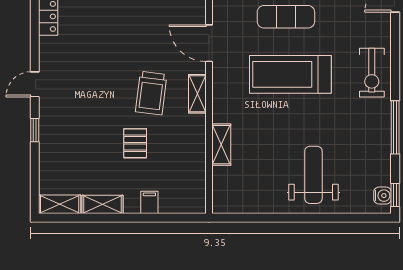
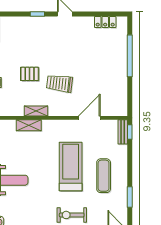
exercise mat: (286, 17) -> (104, 176), moved
shelving: (197, 94) -> (36, 111), moved

